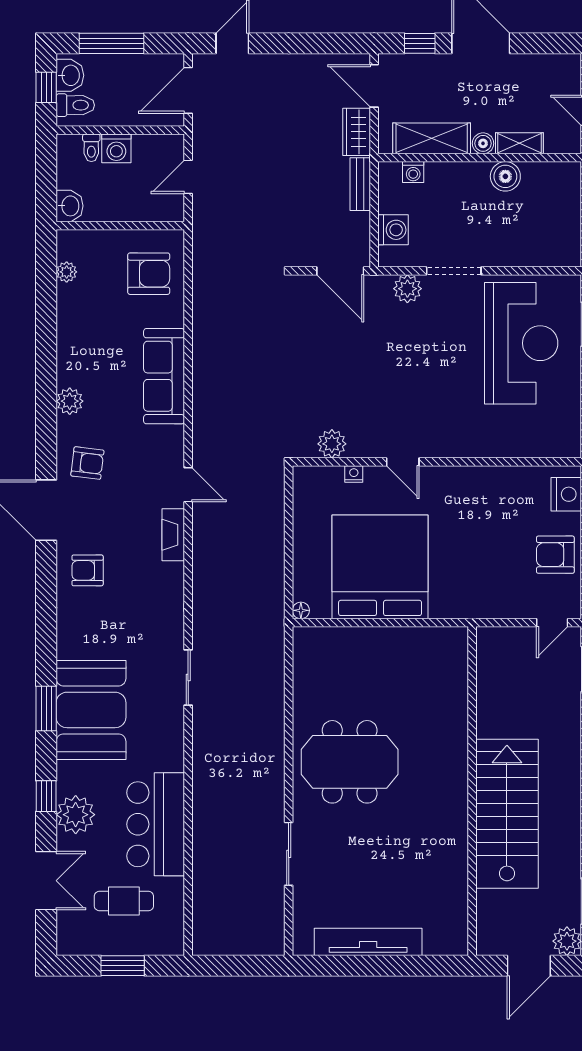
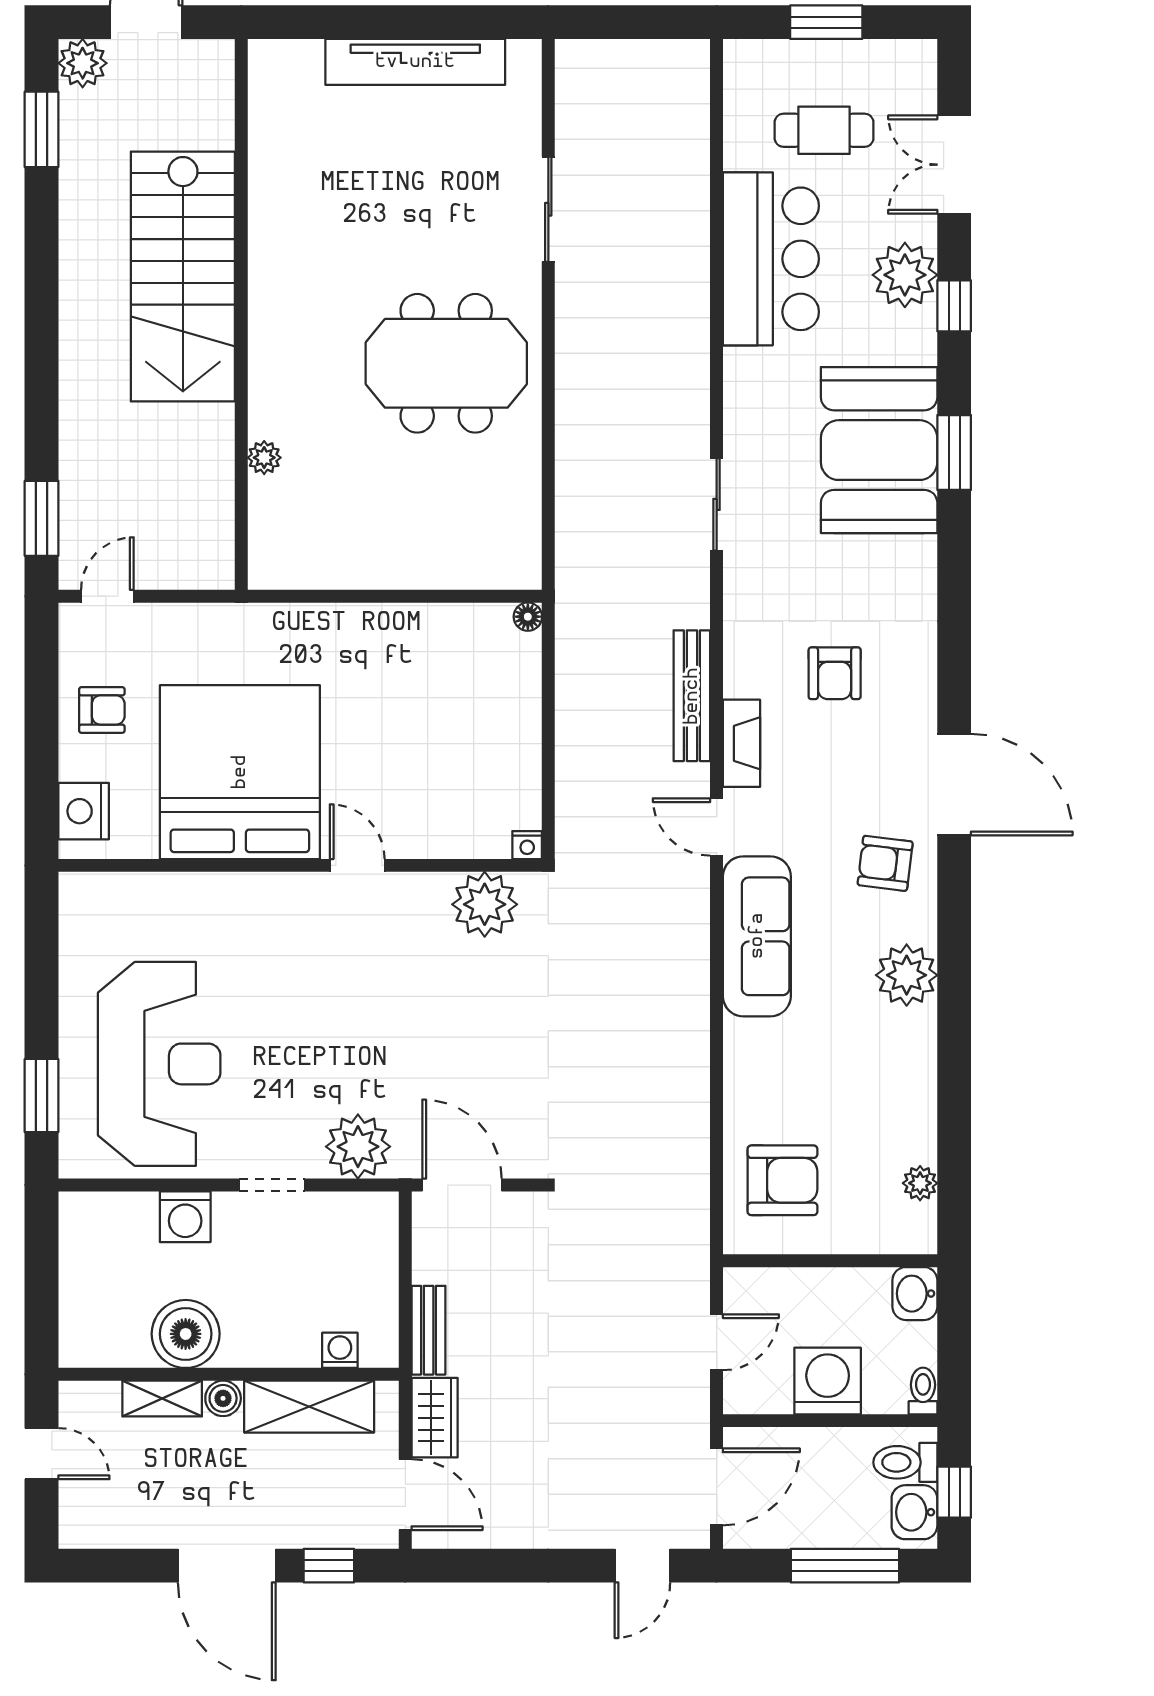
toilet: (91, 148) -> (923, 1391), moved
washing machine: (116, 148) -> (828, 1381), width x1.37, depth x1.37
boiler: (505, 176) -> (186, 1334), width x1.37, depth x1.37
washing machine: (393, 230) -> (185, 1217), moved, turned -90
doorway: (454, 271) -> (272, 1185), width x0.73
armchair: (149, 274) -> (782, 1180), turned 180
plant: (407, 289) -> (358, 1147), width x1.36, depth x1.36
reception desk: (521, 343) -> (159, 1064), turned 180
sofa: (164, 376) -> (757, 936), moved
plant: (70, 401) -> (907, 975), width x1.36, depth x1.36
plant: (332, 444) -> (485, 904), width x1.36, depth x1.36
nightstand: (354, 474) -> (527, 845), moved
armchair: (555, 555) -> (102, 710), width x0.72, depth x0.72
bench: (203, 563) -> (692, 696), added
bed: (380, 567) -> (240, 772), moved, turned 180
armchair: (88, 570) -> (835, 673), moved, turned 90
plant: (458, 706) -> (264, 458), added

